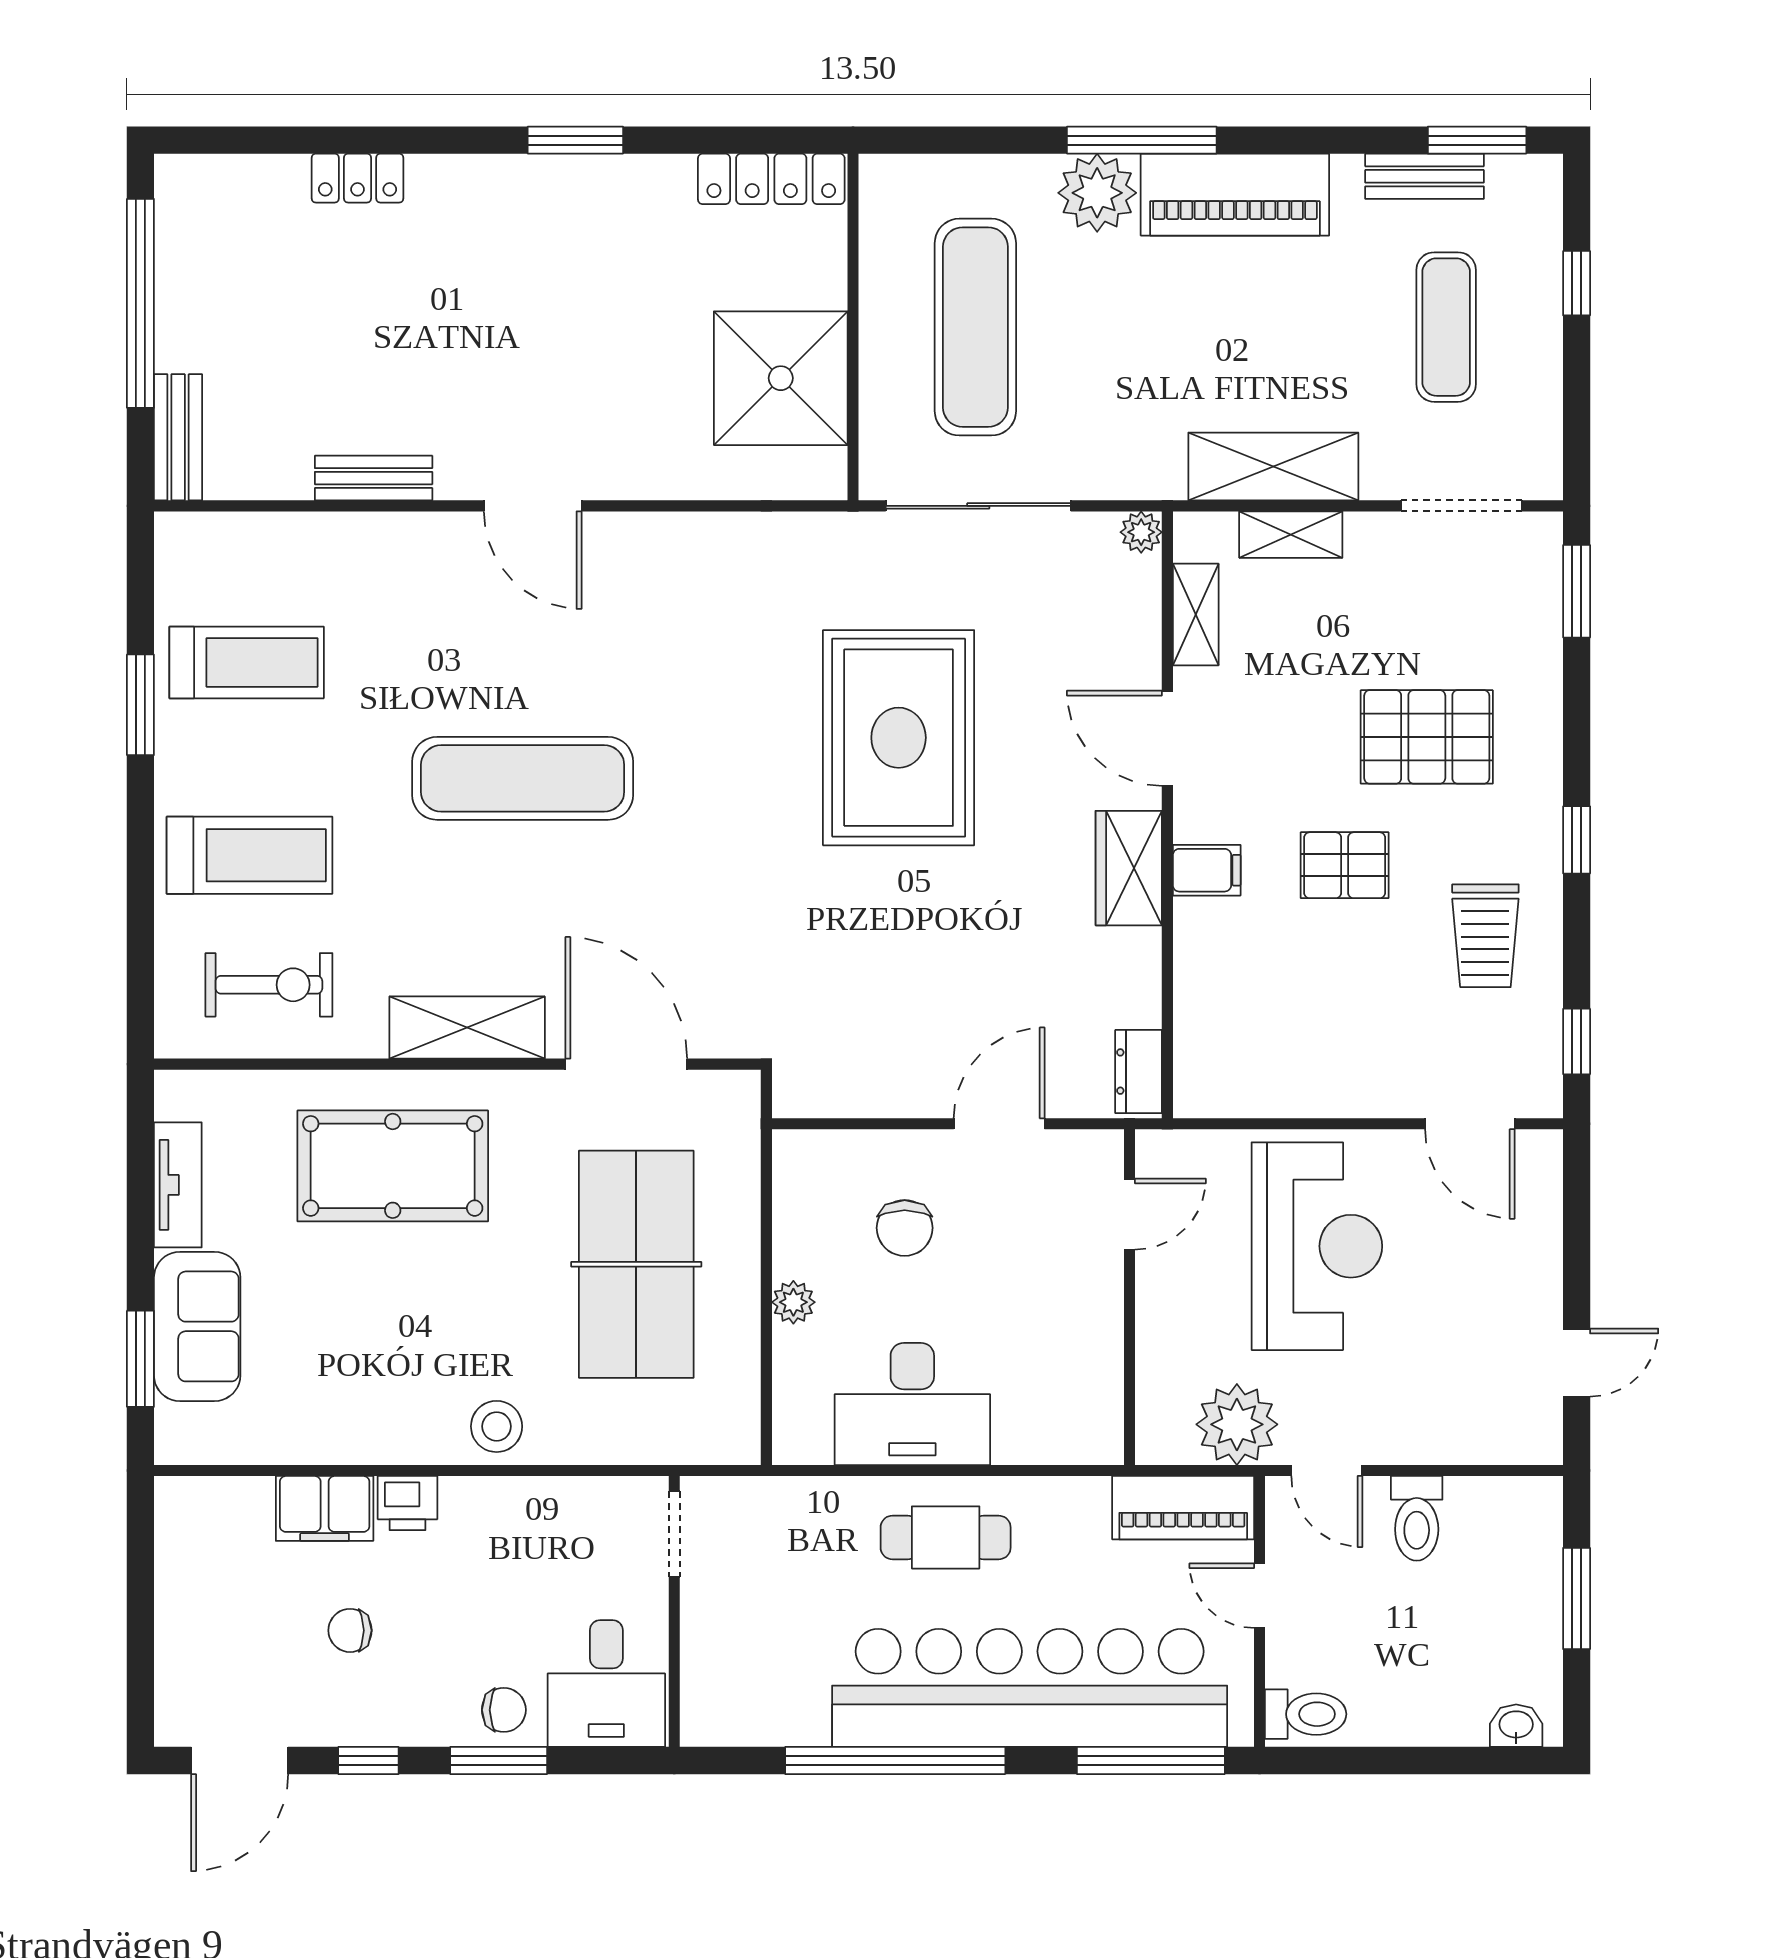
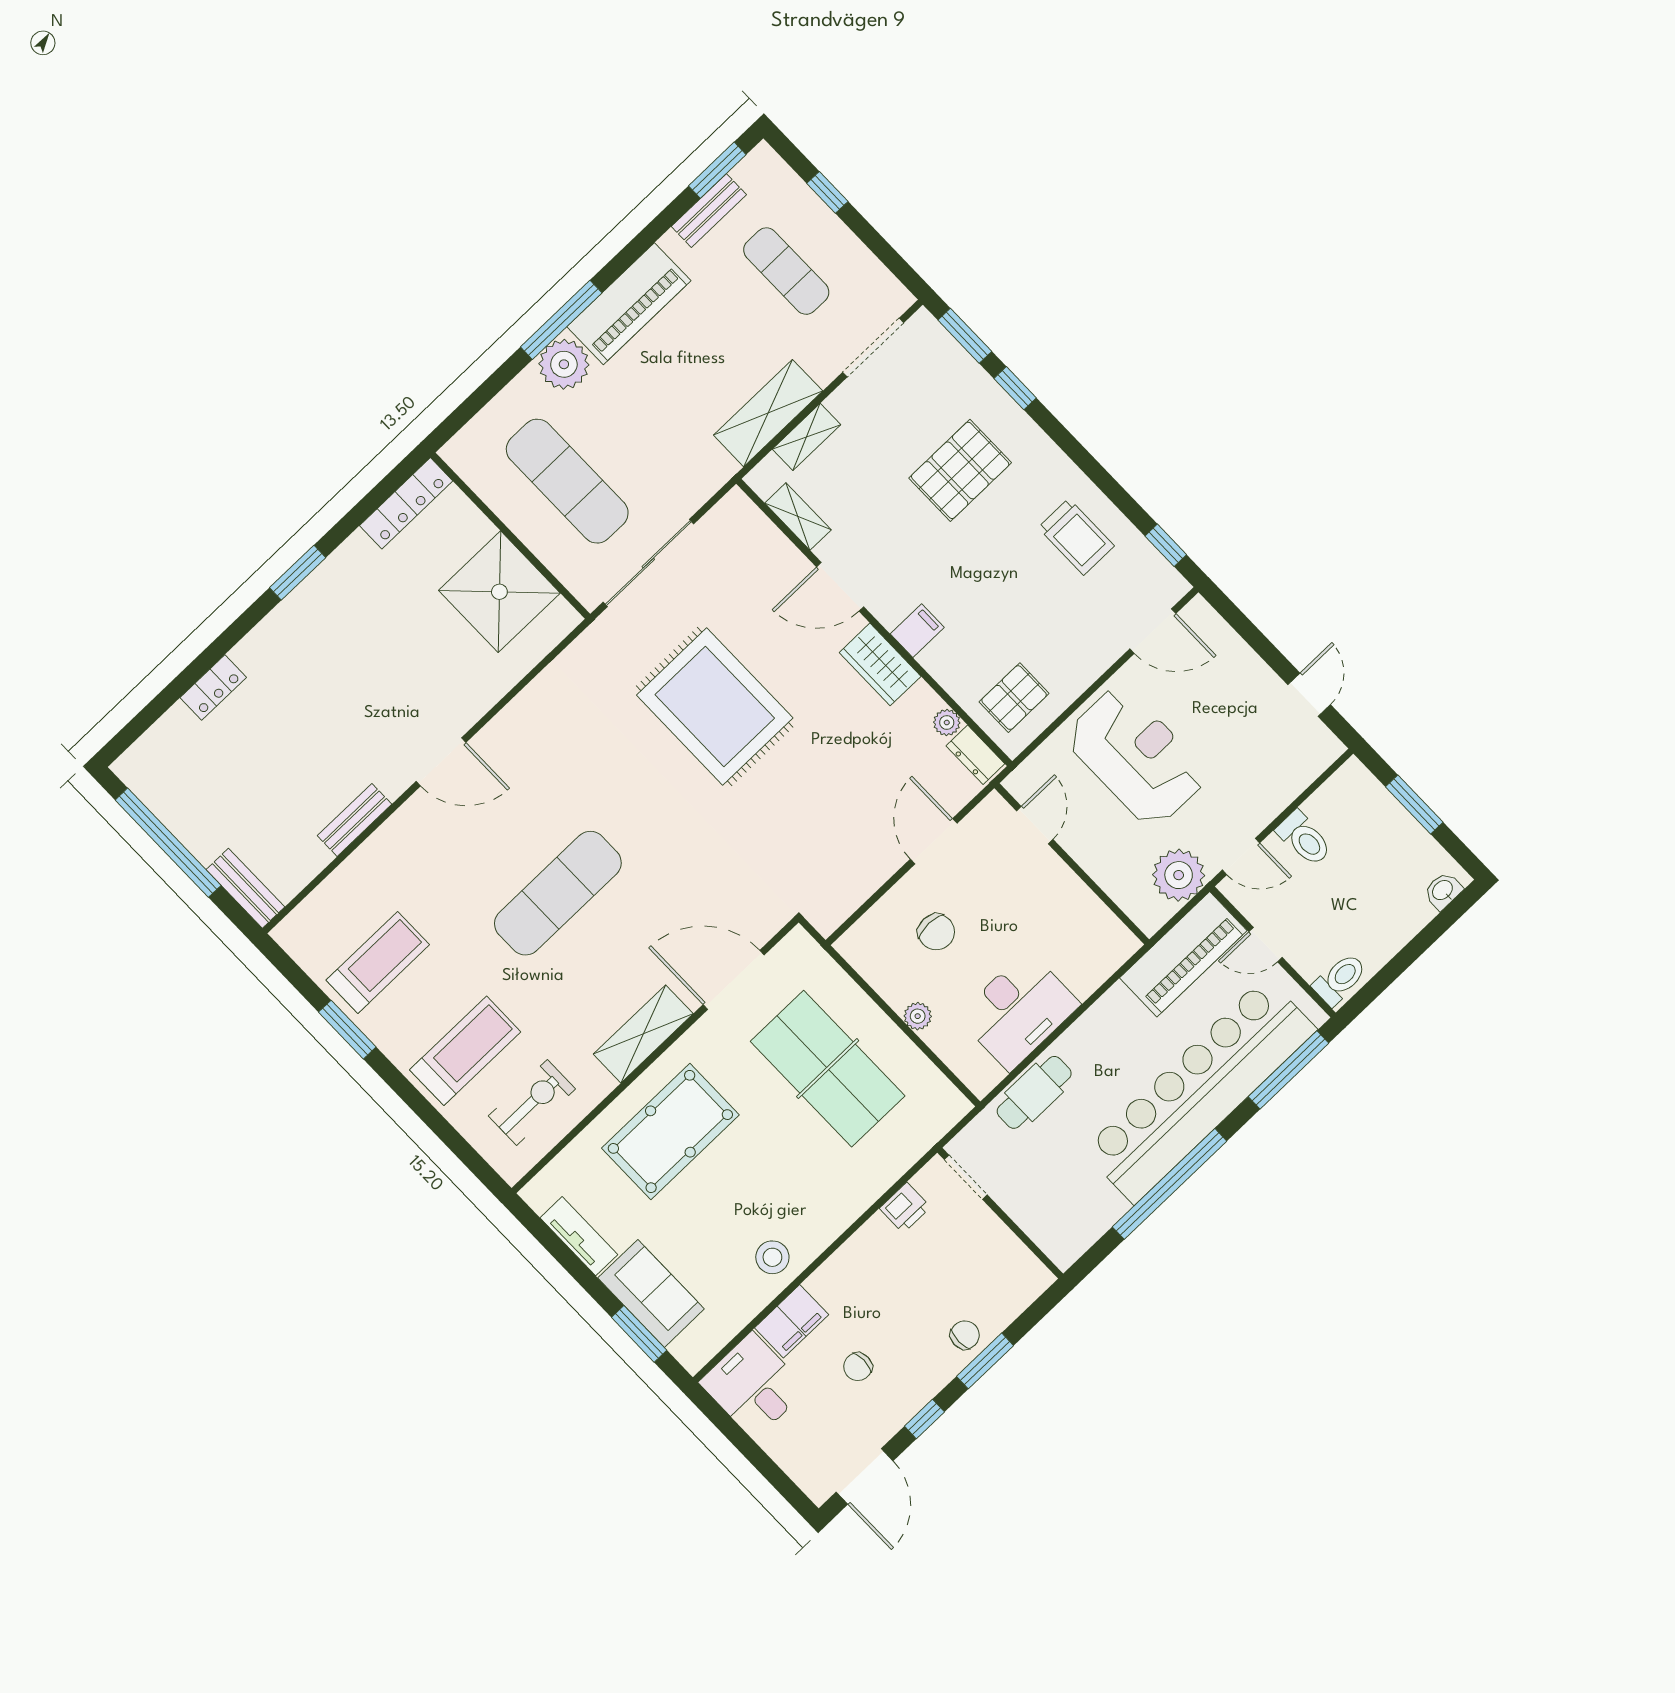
plant: (1141, 532) -> (947, 722), moved
window: (1577, 840) -> (1015, 388), moved
pallet: (1345, 865) -> (1014, 698), moved
stool: (497, 1426) -> (772, 1257), moved
printer: (407, 1503) -> (905, 1208), moved
piano: (1183, 1508) -> (1183, 954), width x1.37, depth x1.33
cafe table: (946, 1537) -> (1034, 1092), moved
desk: (606, 1684) -> (753, 1386), moved, turned 180

